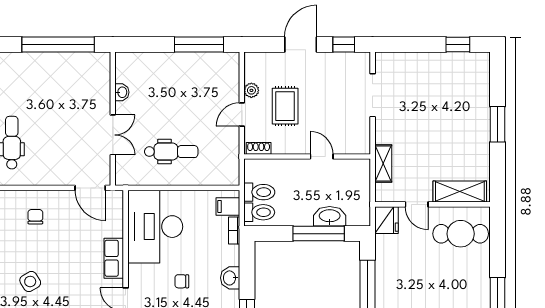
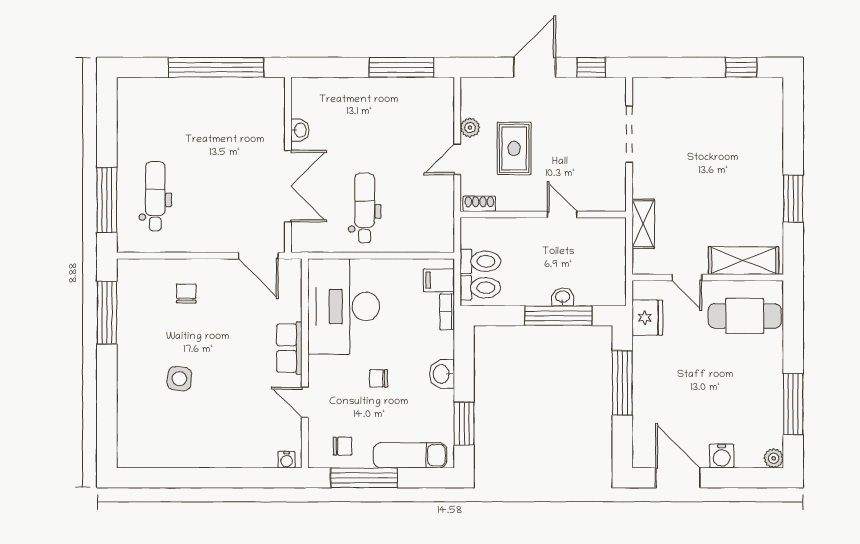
window: (498, 124) -> (793, 199), moved
double door: (113, 135) -> (288, 186), width x1.37
dental chair: (171, 152) -> (365, 208), turned -90
washbasin: (330, 216) -> (563, 297), width x0.52, depth x0.69
fridge: (386, 220) -> (647, 318), moved
side table: (30, 282) -> (179, 379), turned 37

